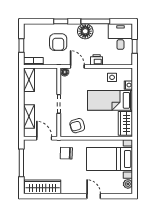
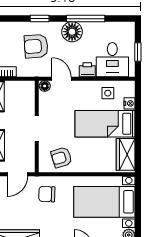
desk: (120, 37) -> (112, 60), moved, turned 180
armchair: (58, 42) -> (36, 46), turned 86
door: (44, 138) -> (17, 174), swing flipped

